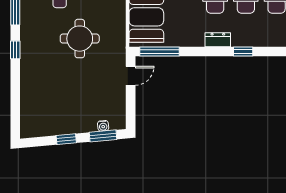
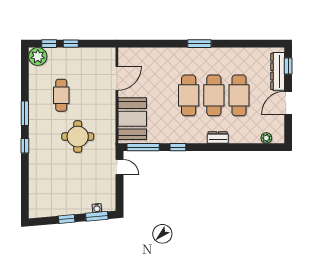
dresser: (218, 40) -> (218, 138), moved
window: (243, 52) -> (178, 147), moved
door: (131, 76) -> (119, 167), hinge flipped

